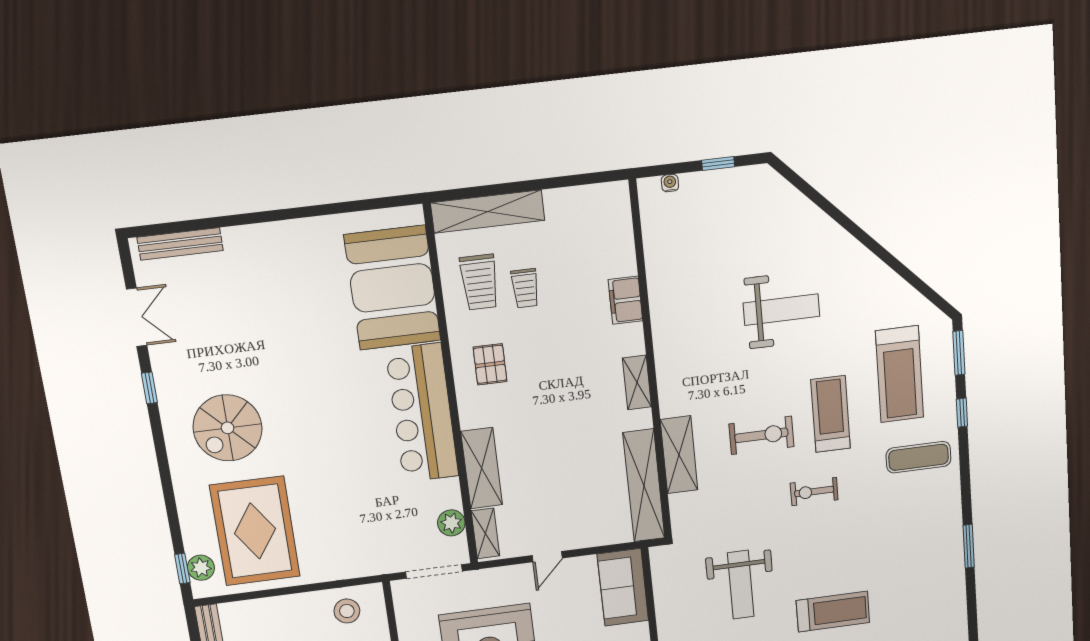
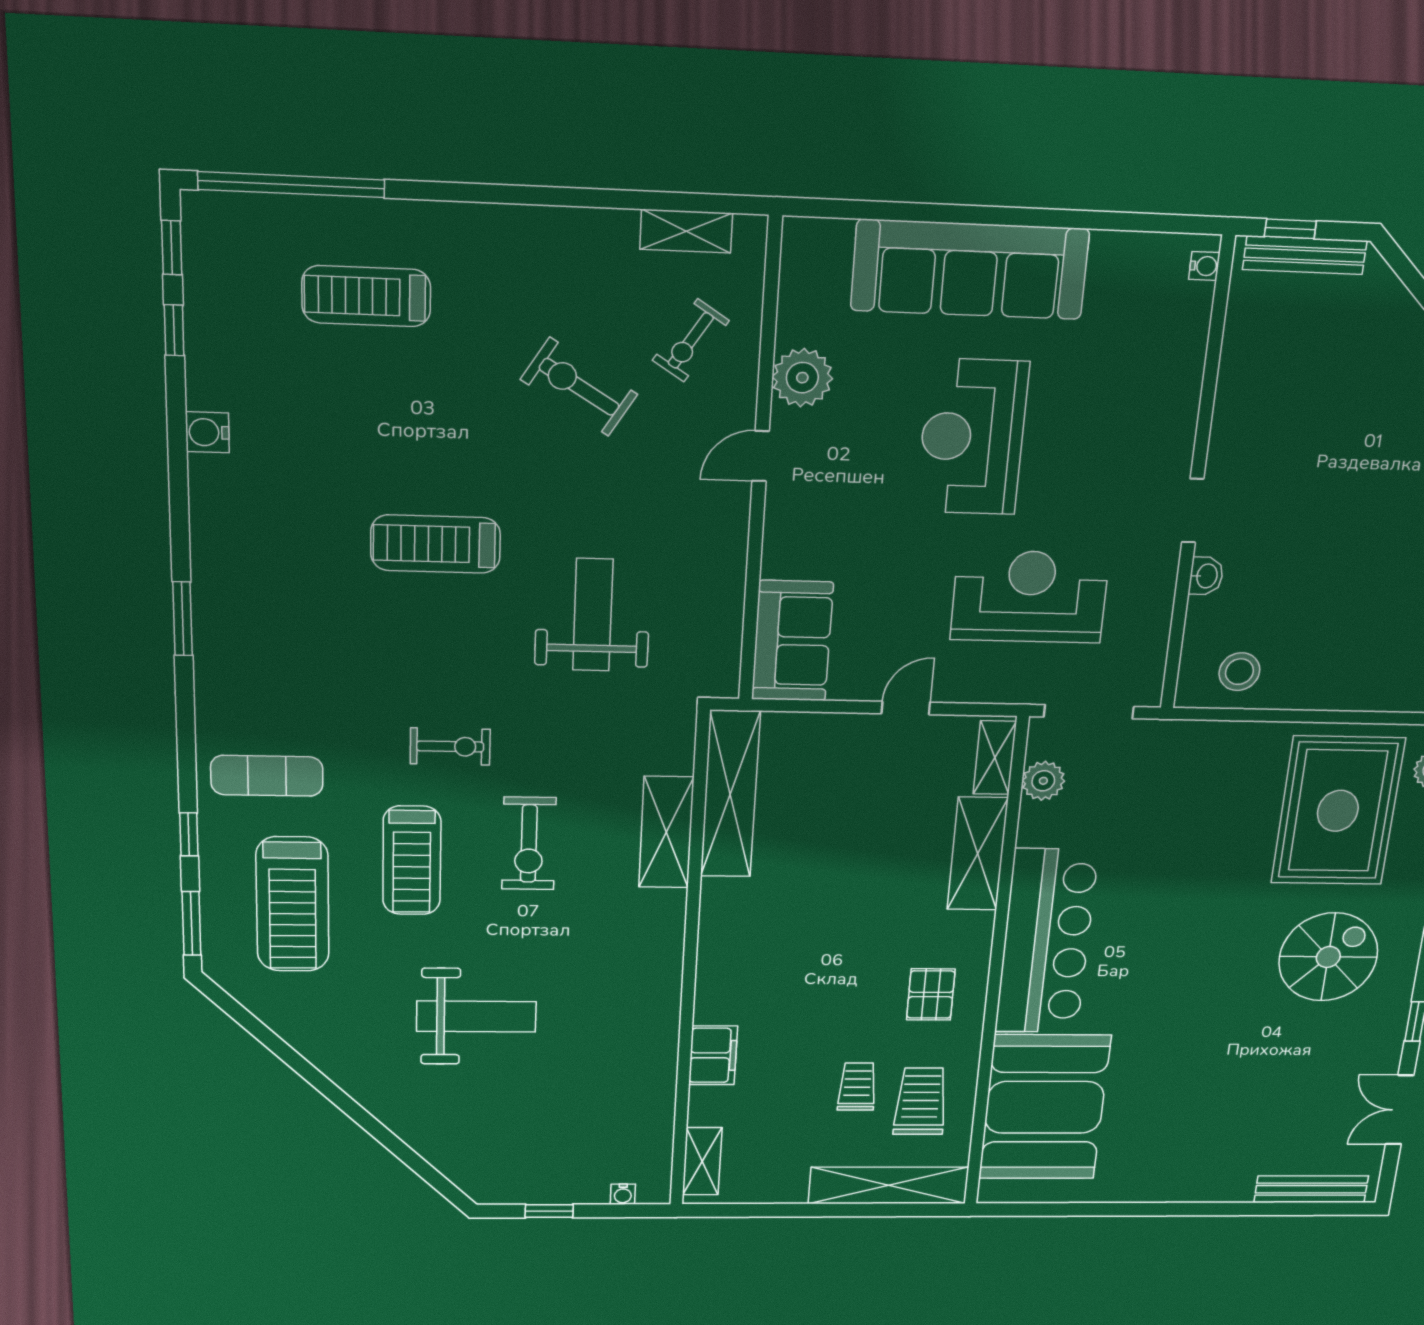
weight bench: (781, 310) -> (476, 1017), turned 180
treadmill: (900, 374) -> (293, 904), turned 180
shelving: (637, 382) -> (702, 1161), moved
exercise bike: (761, 435) -> (529, 844), turned -90

